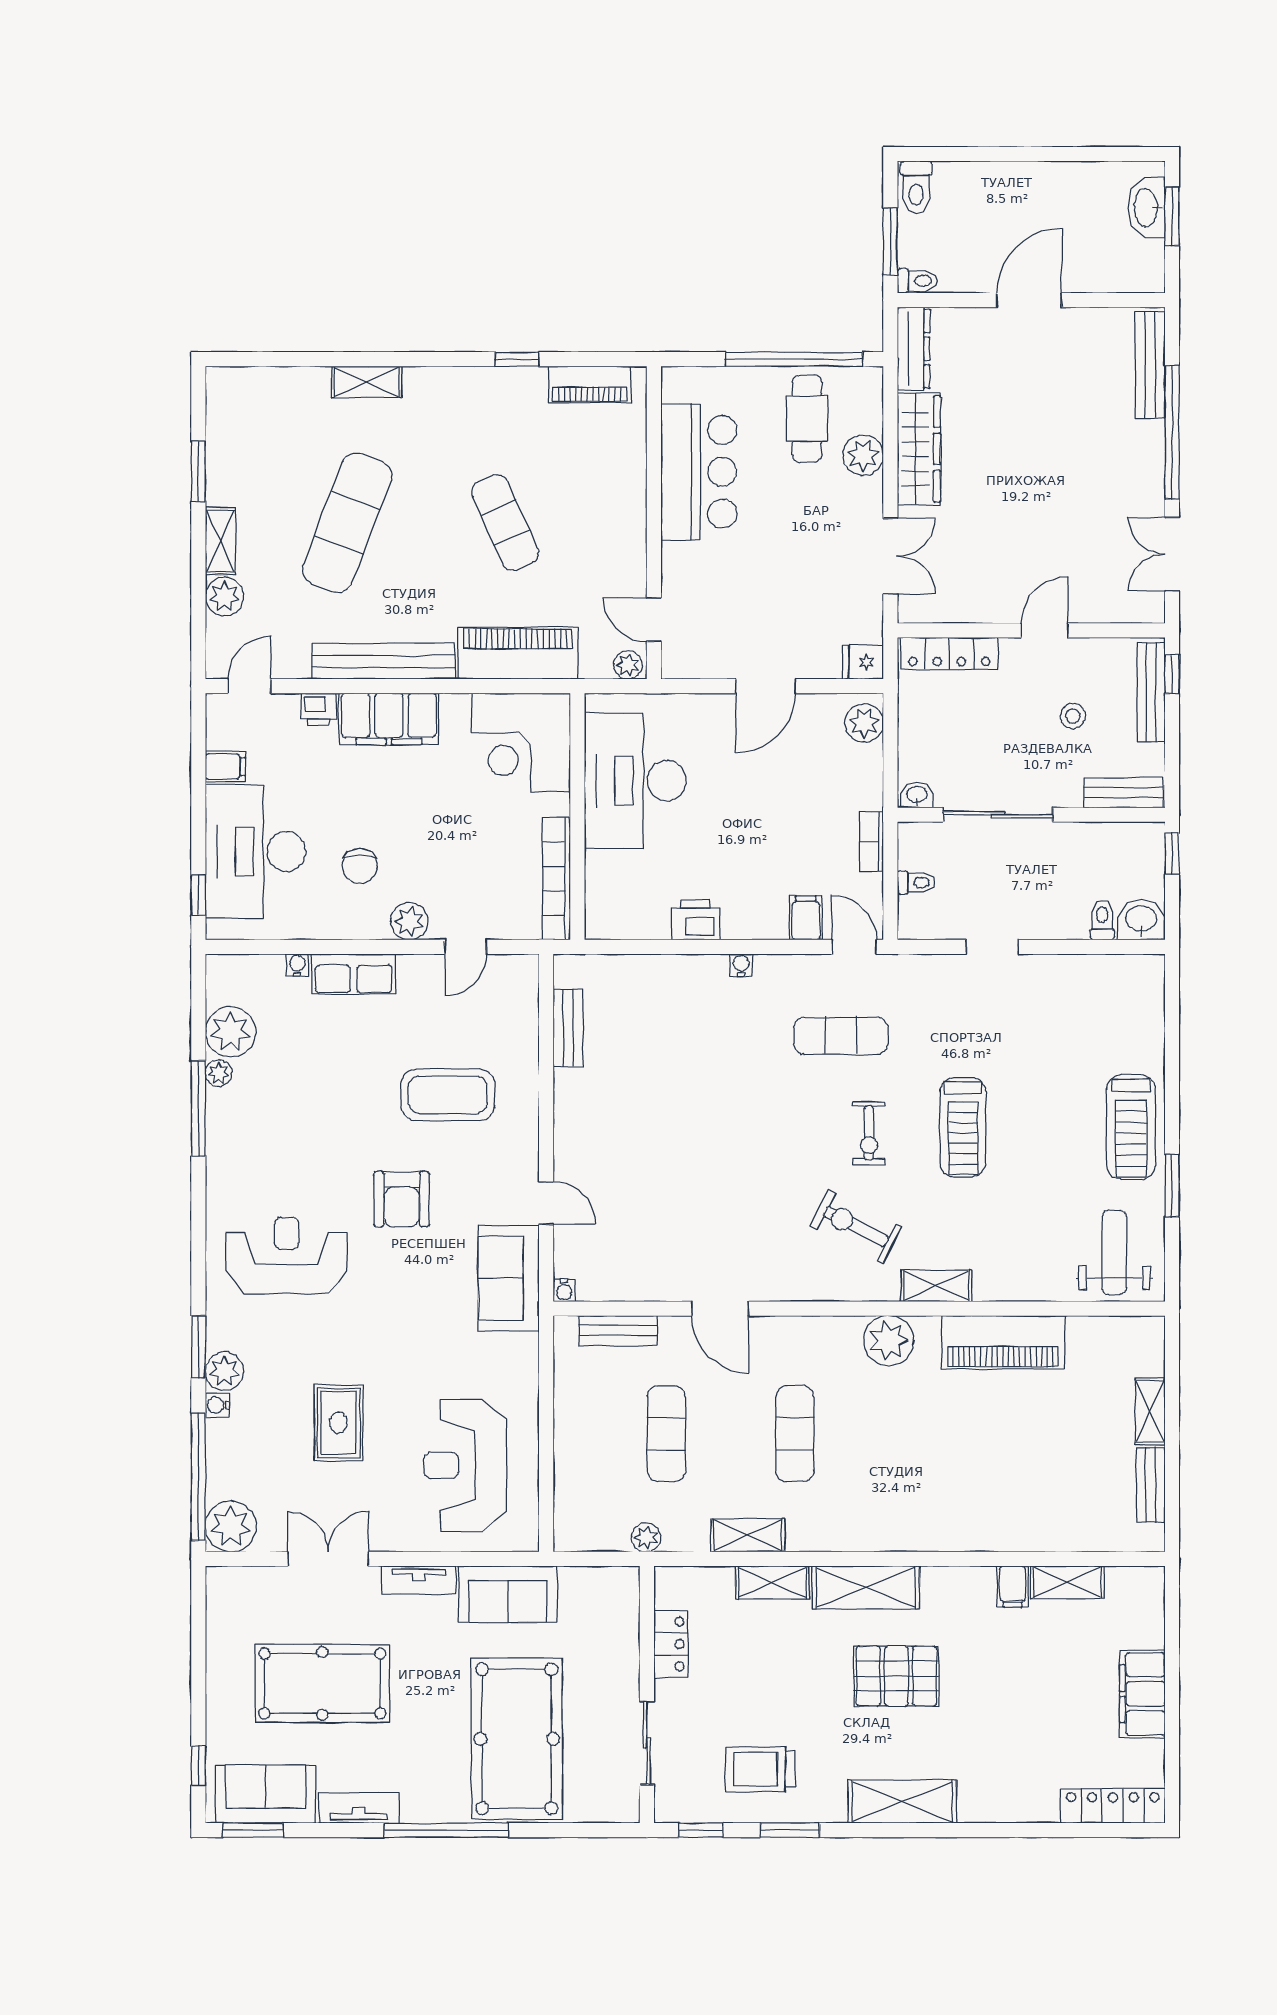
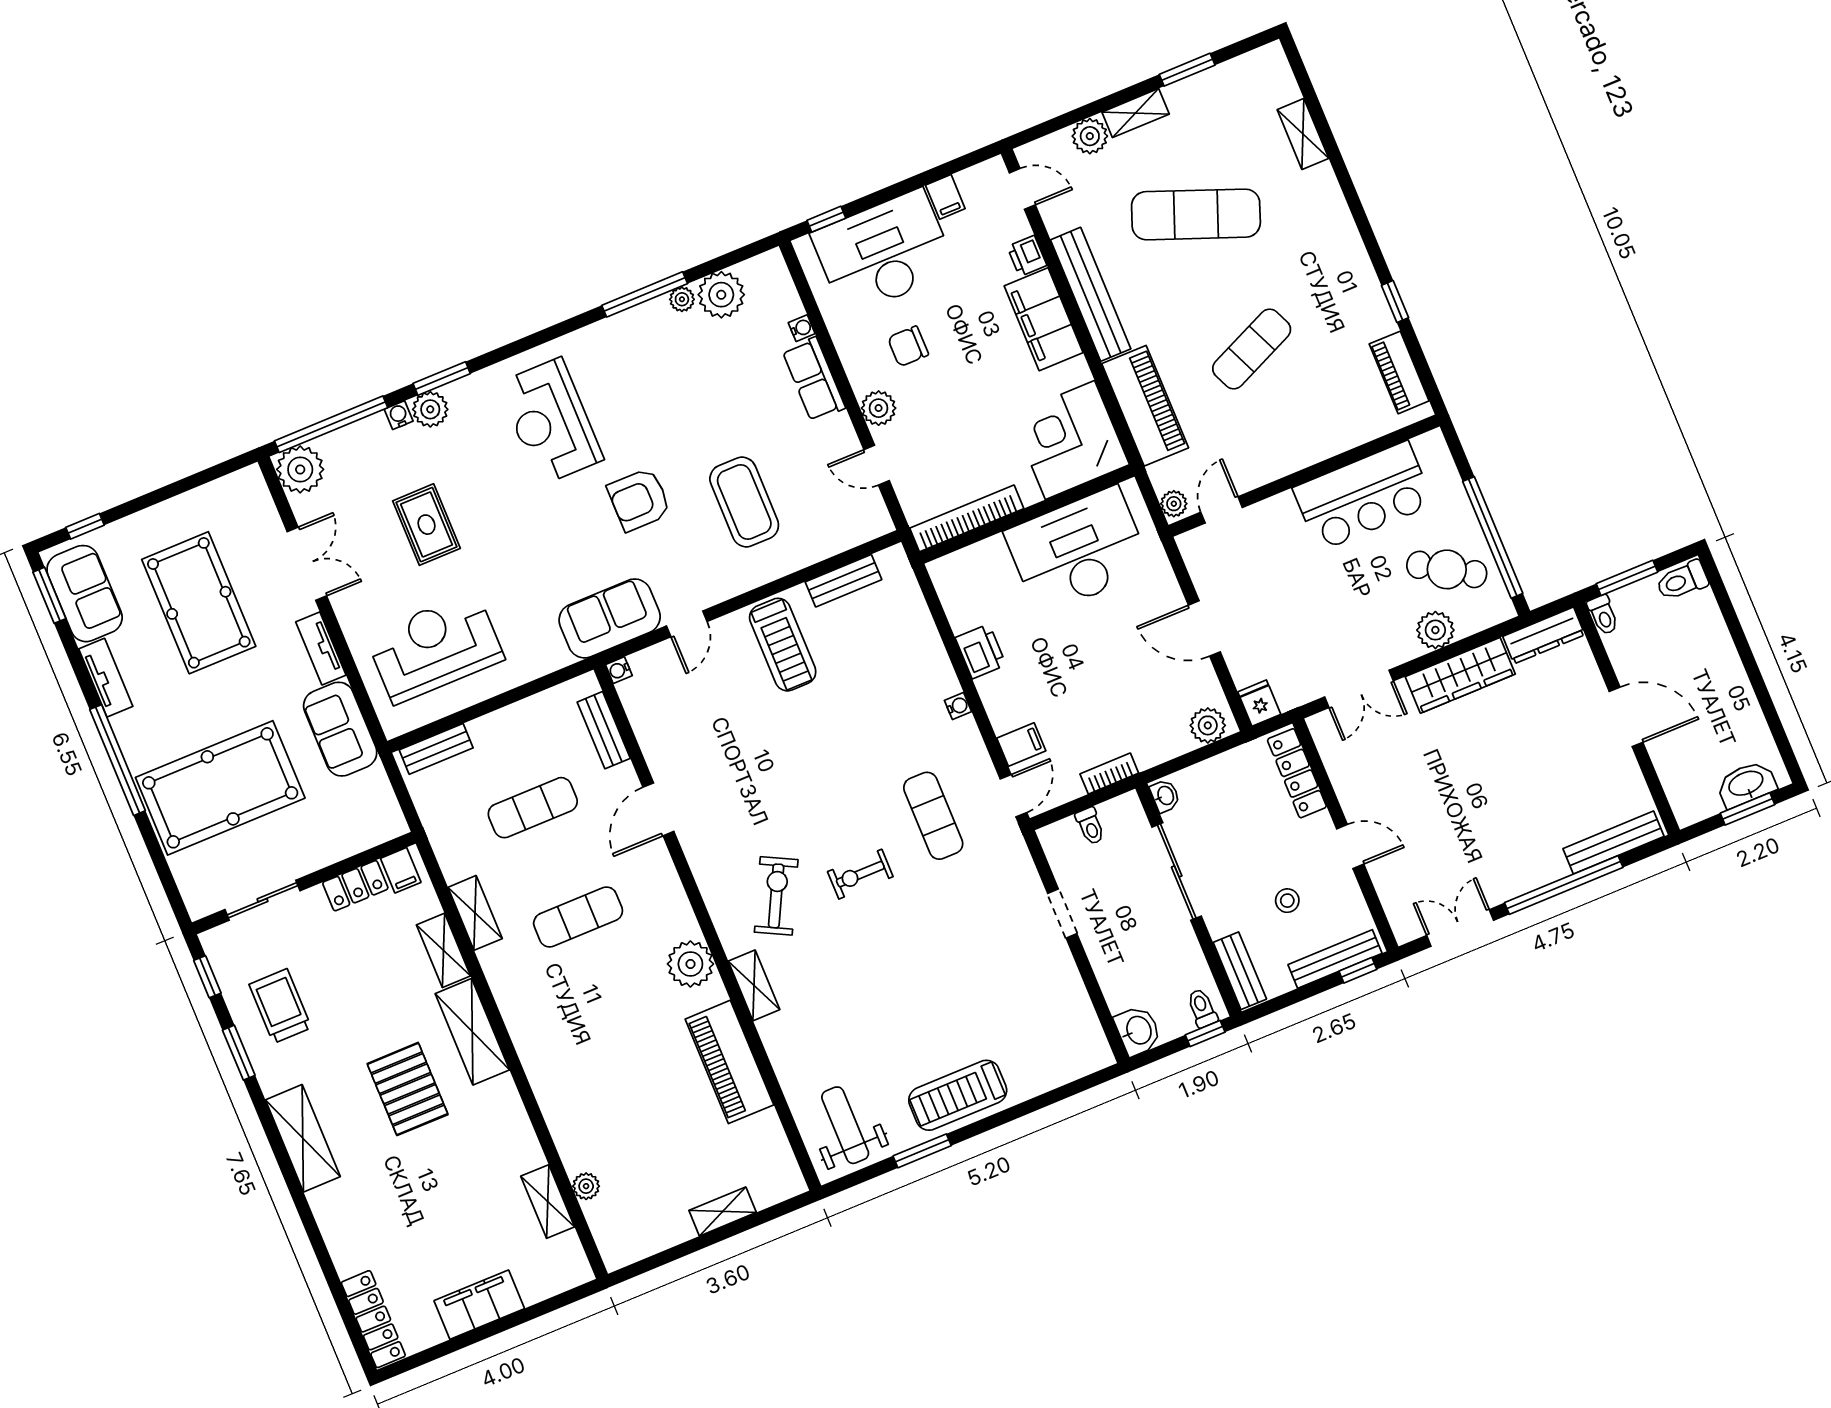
shelving: (367, 382) -> (1303, 134), moved
cafe table: (807, 419) -> (1447, 569), turned 32
toilet: (1102, 920) -> (1202, 1008), moved, turned -90
treadmill: (963, 1127) -> (783, 645), moved, turned -90
weight bench: (1114, 1252) -> (845, 1125), turned -90
reception desk: (287, 1256) -> (551, 421), turned 180
rug: (338, 1423) -> (427, 525), turned 90
bench: (1151, 1485) -> (436, 749), moved
plant: (646, 1537) -> (586, 1186), moved
filing cabinet: (1013, 1586) -> (401, 870), moved, turned -90

